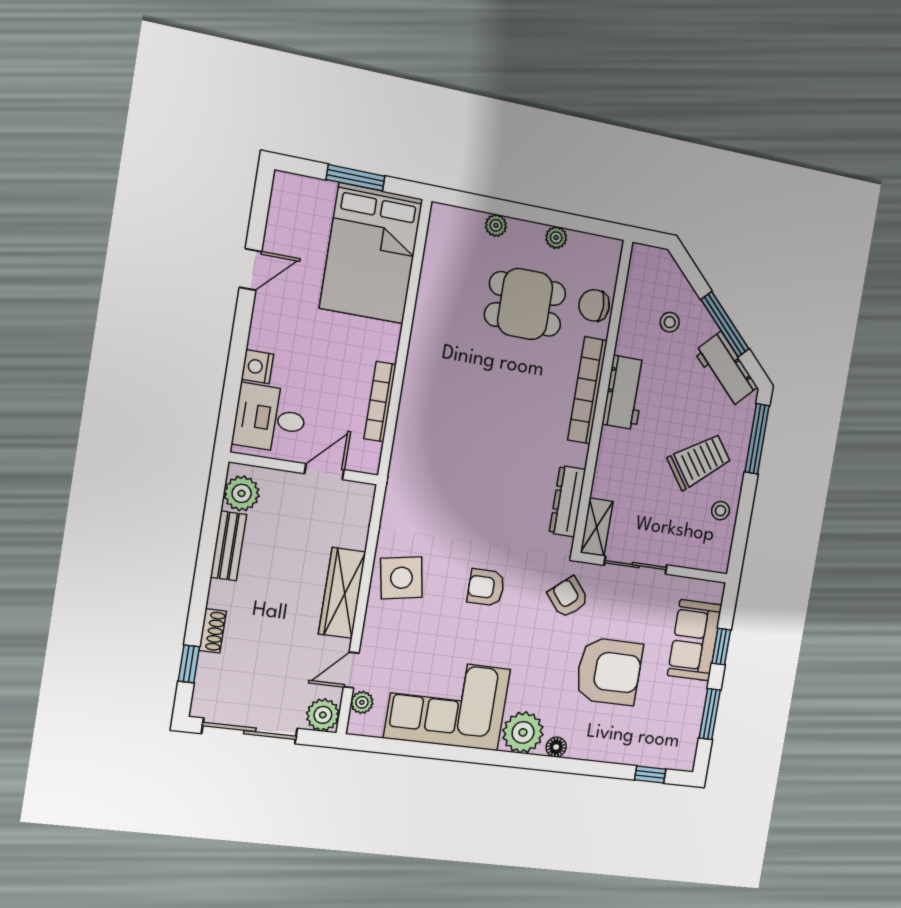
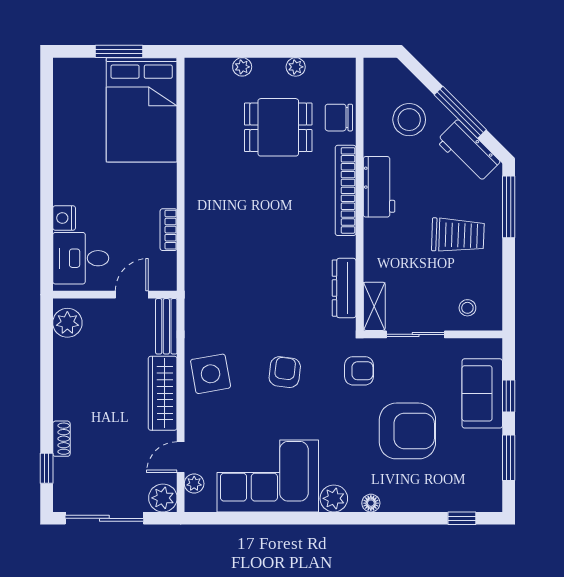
door: (251, 269) -> (47, 141), removed
stool: (670, 322) -> (409, 120), width x1.89, depth x1.89
bookcase: (380, 402) -> (169, 230), width x0.64
trolley: (699, 461) -> (458, 235), turned 38
stool: (720, 511) -> (467, 308), moved
bench: (228, 546) -> (166, 326), moved
armchair: (486, 587) -> (285, 372), turned 97
armchair: (568, 597) -> (359, 371), turned 130
plant: (523, 732) -> (334, 498), width x0.73, depth x0.73

